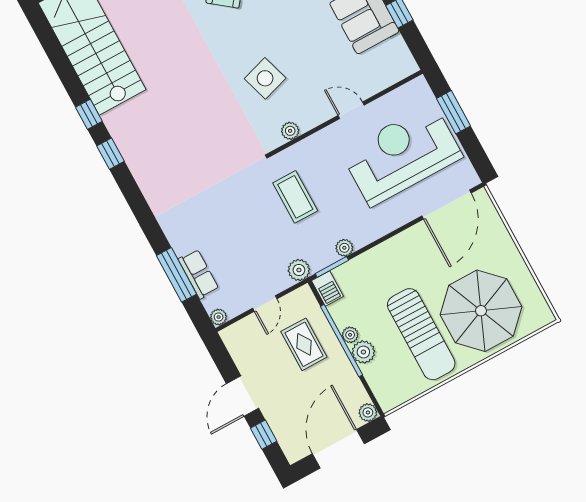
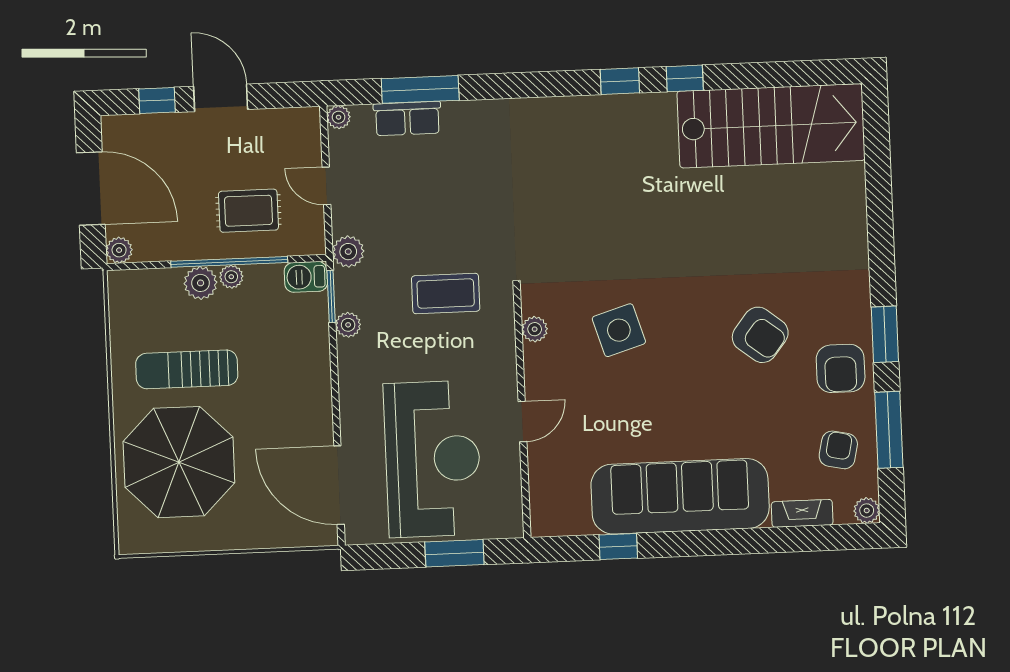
sun lounger: (421, 334) -> (187, 369), width x0.73, depth x0.75

